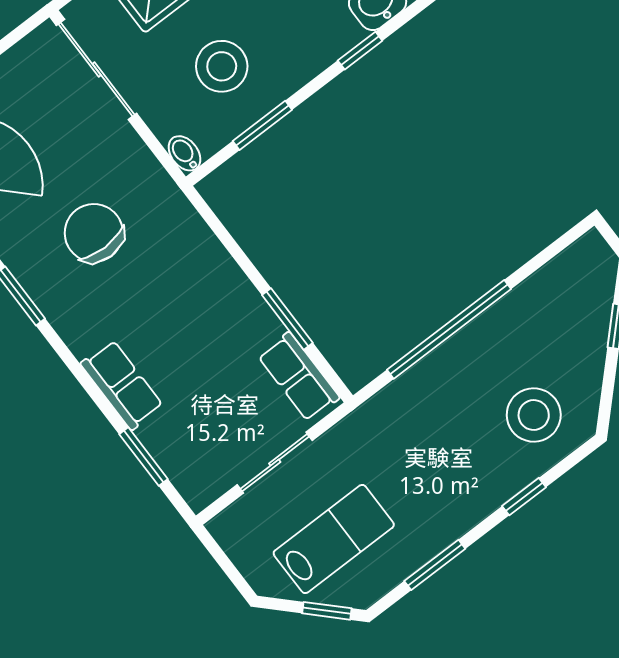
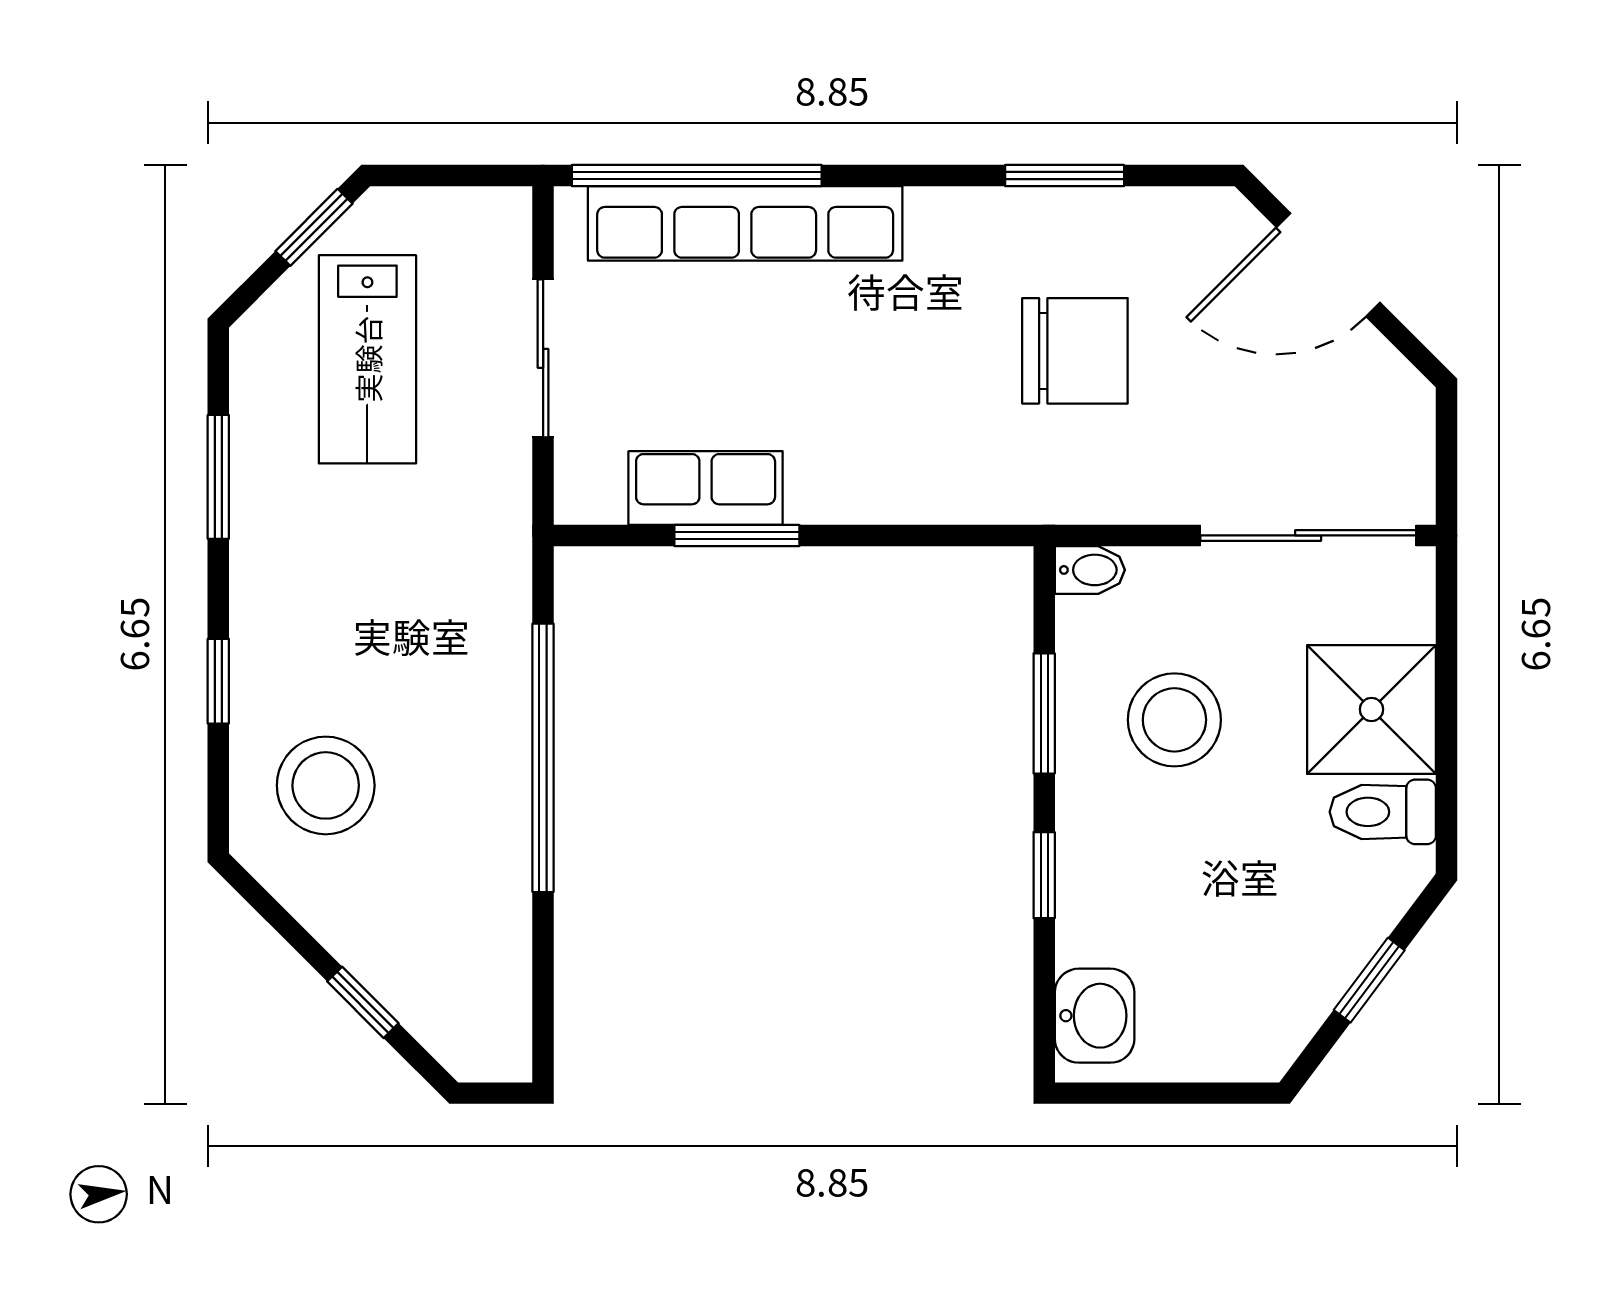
window: (360, 51) -> (1044, 875), moved
row of seats: (299, 377) -> (706, 488), moved
row of seats: (122, 385) -> (745, 223), width x2.02
window: (144, 457) -> (697, 176), width x2.11
window: (327, 611) -> (314, 227), moved

